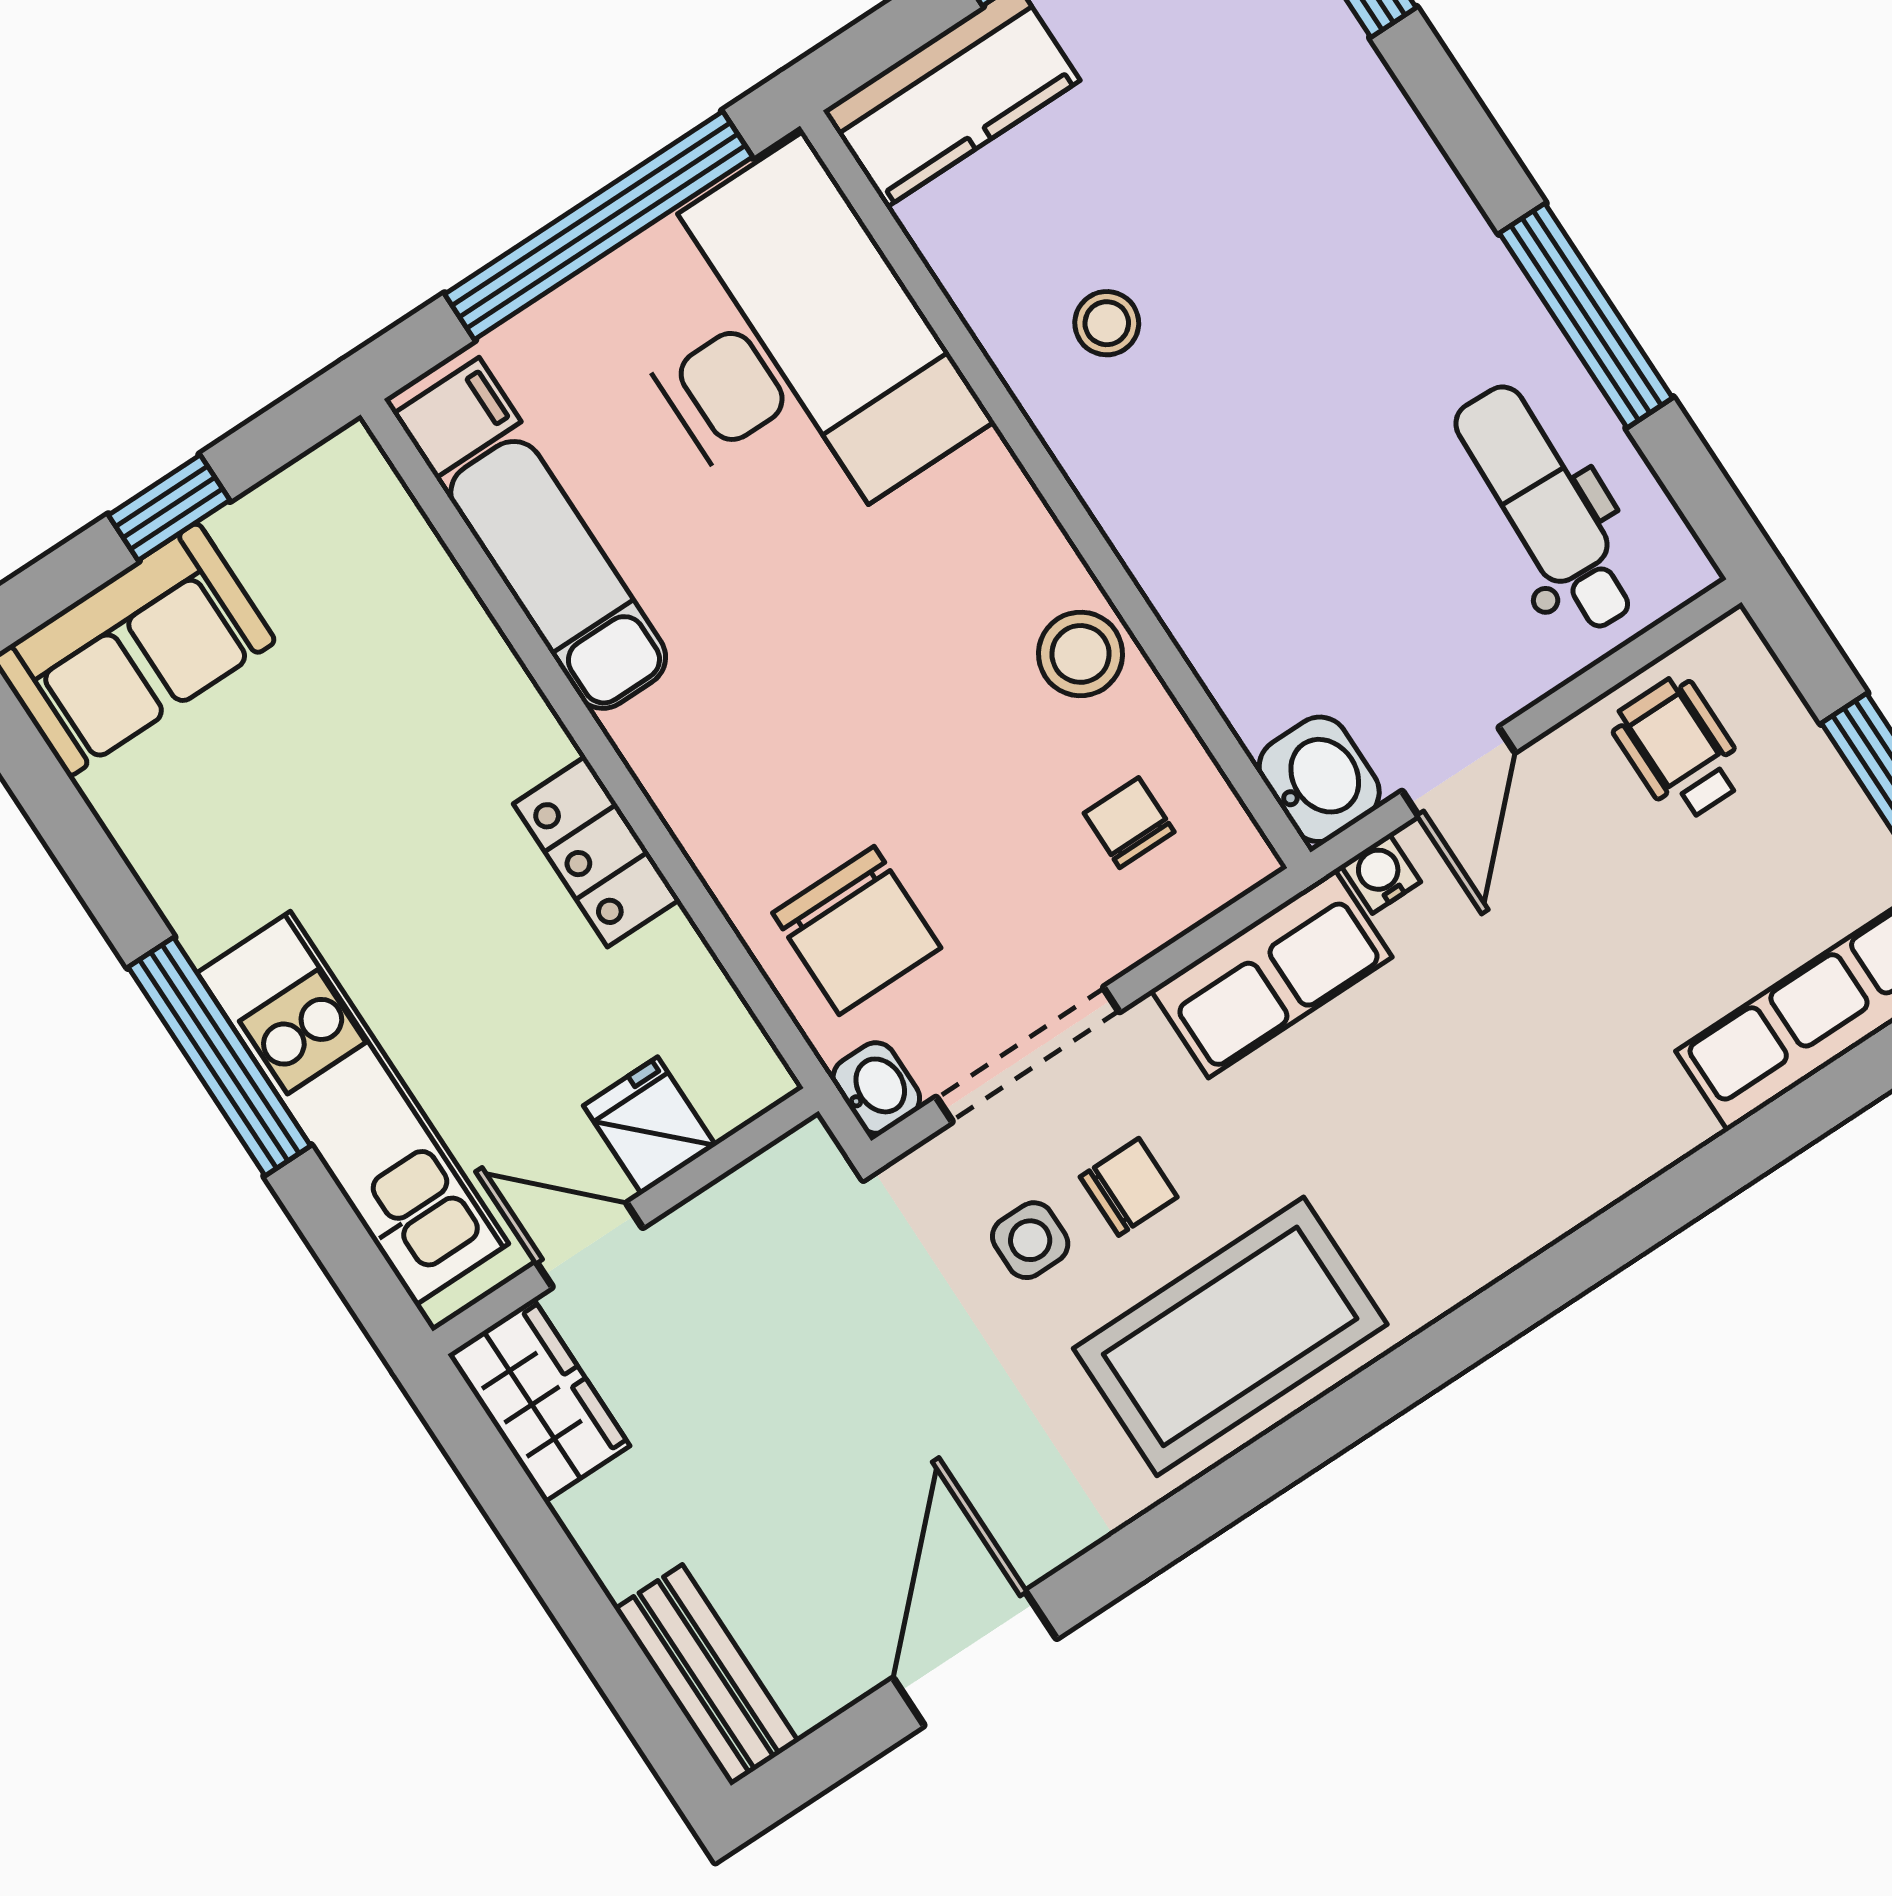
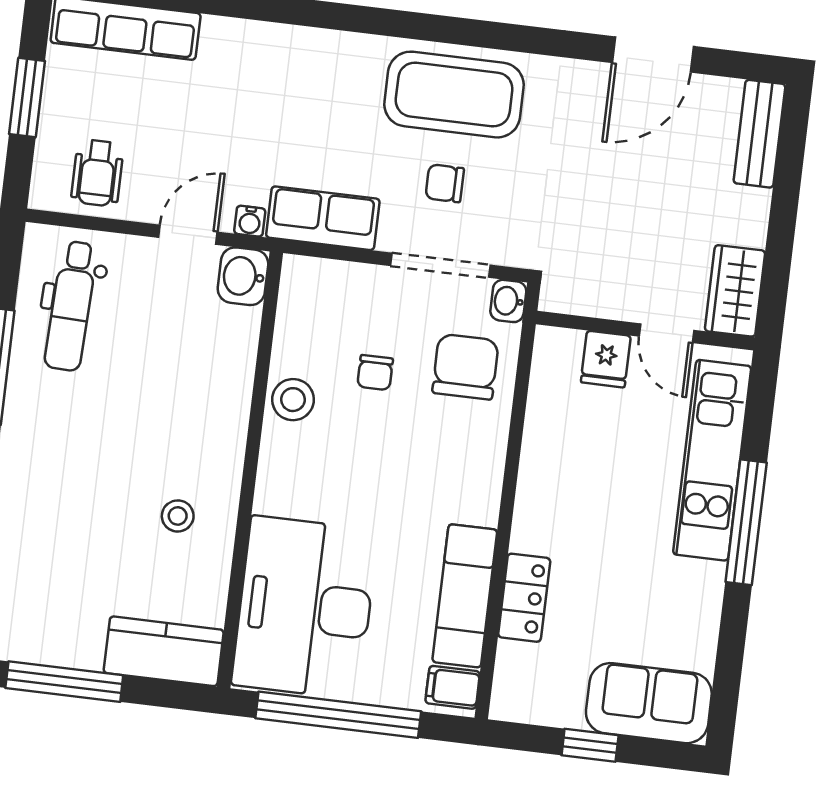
chair: (1129, 823) -> (375, 373), moved
locker: (597, 852) -> (524, 598), moved
side table: (1030, 1240) -> (499, 195), removed

